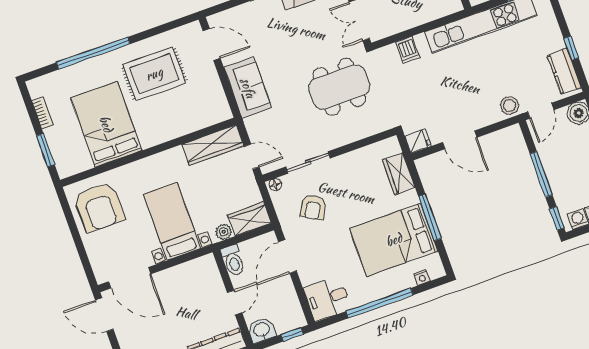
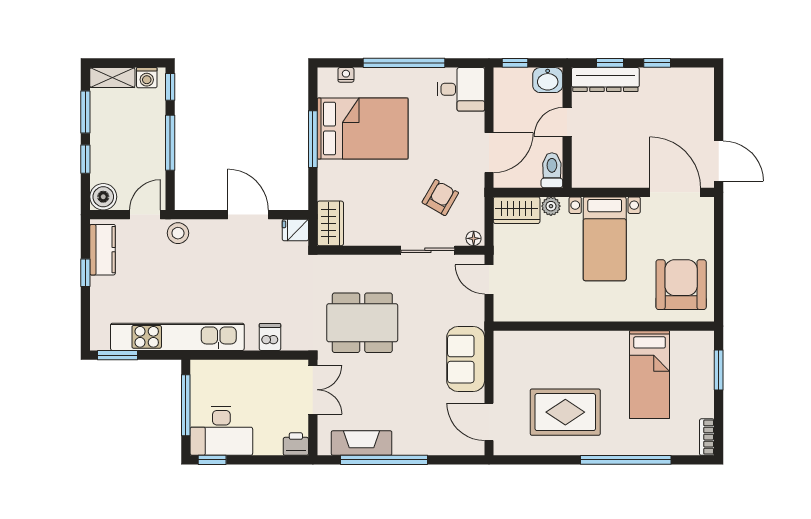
bookcase: (42, 113) -> (707, 437), moved
bed: (106, 124) -> (650, 375), width x0.67
wardrobe: (213, 145) -> (528, 308), removed
wardrobe: (399, 174) -> (330, 223), moved

